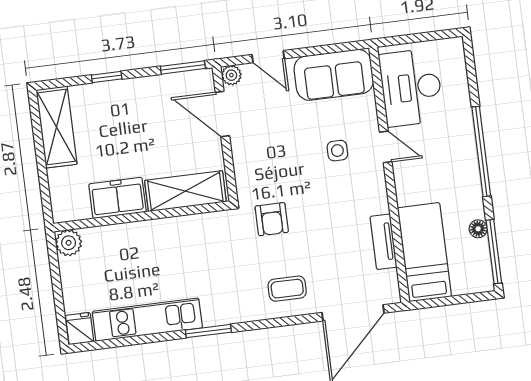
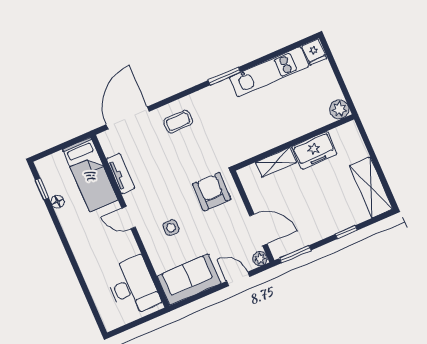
door: (386, 147) -> (129, 218), moved
window: (481, 151) -> (71, 256), removed
shelving: (185, 191) -> (276, 162), width x0.67, depth x0.75
armchair: (272, 219) -> (212, 192), moved, width x1.38, depth x1.38
window: (494, 252) -> (42, 189), width x0.46

